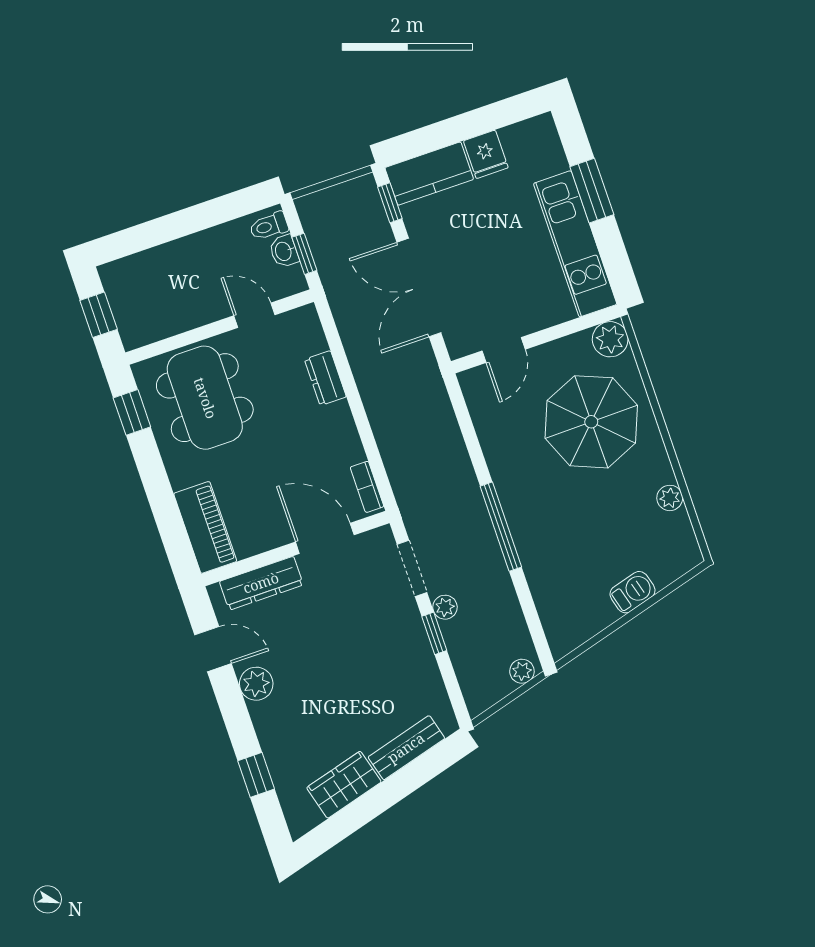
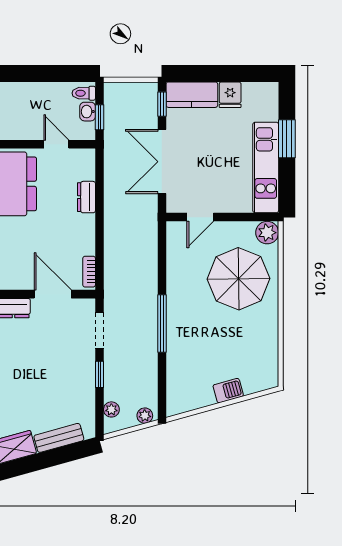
plant: (670, 498) -> (270, 341), removed
plant: (445, 607) -> (111, 409), moved

